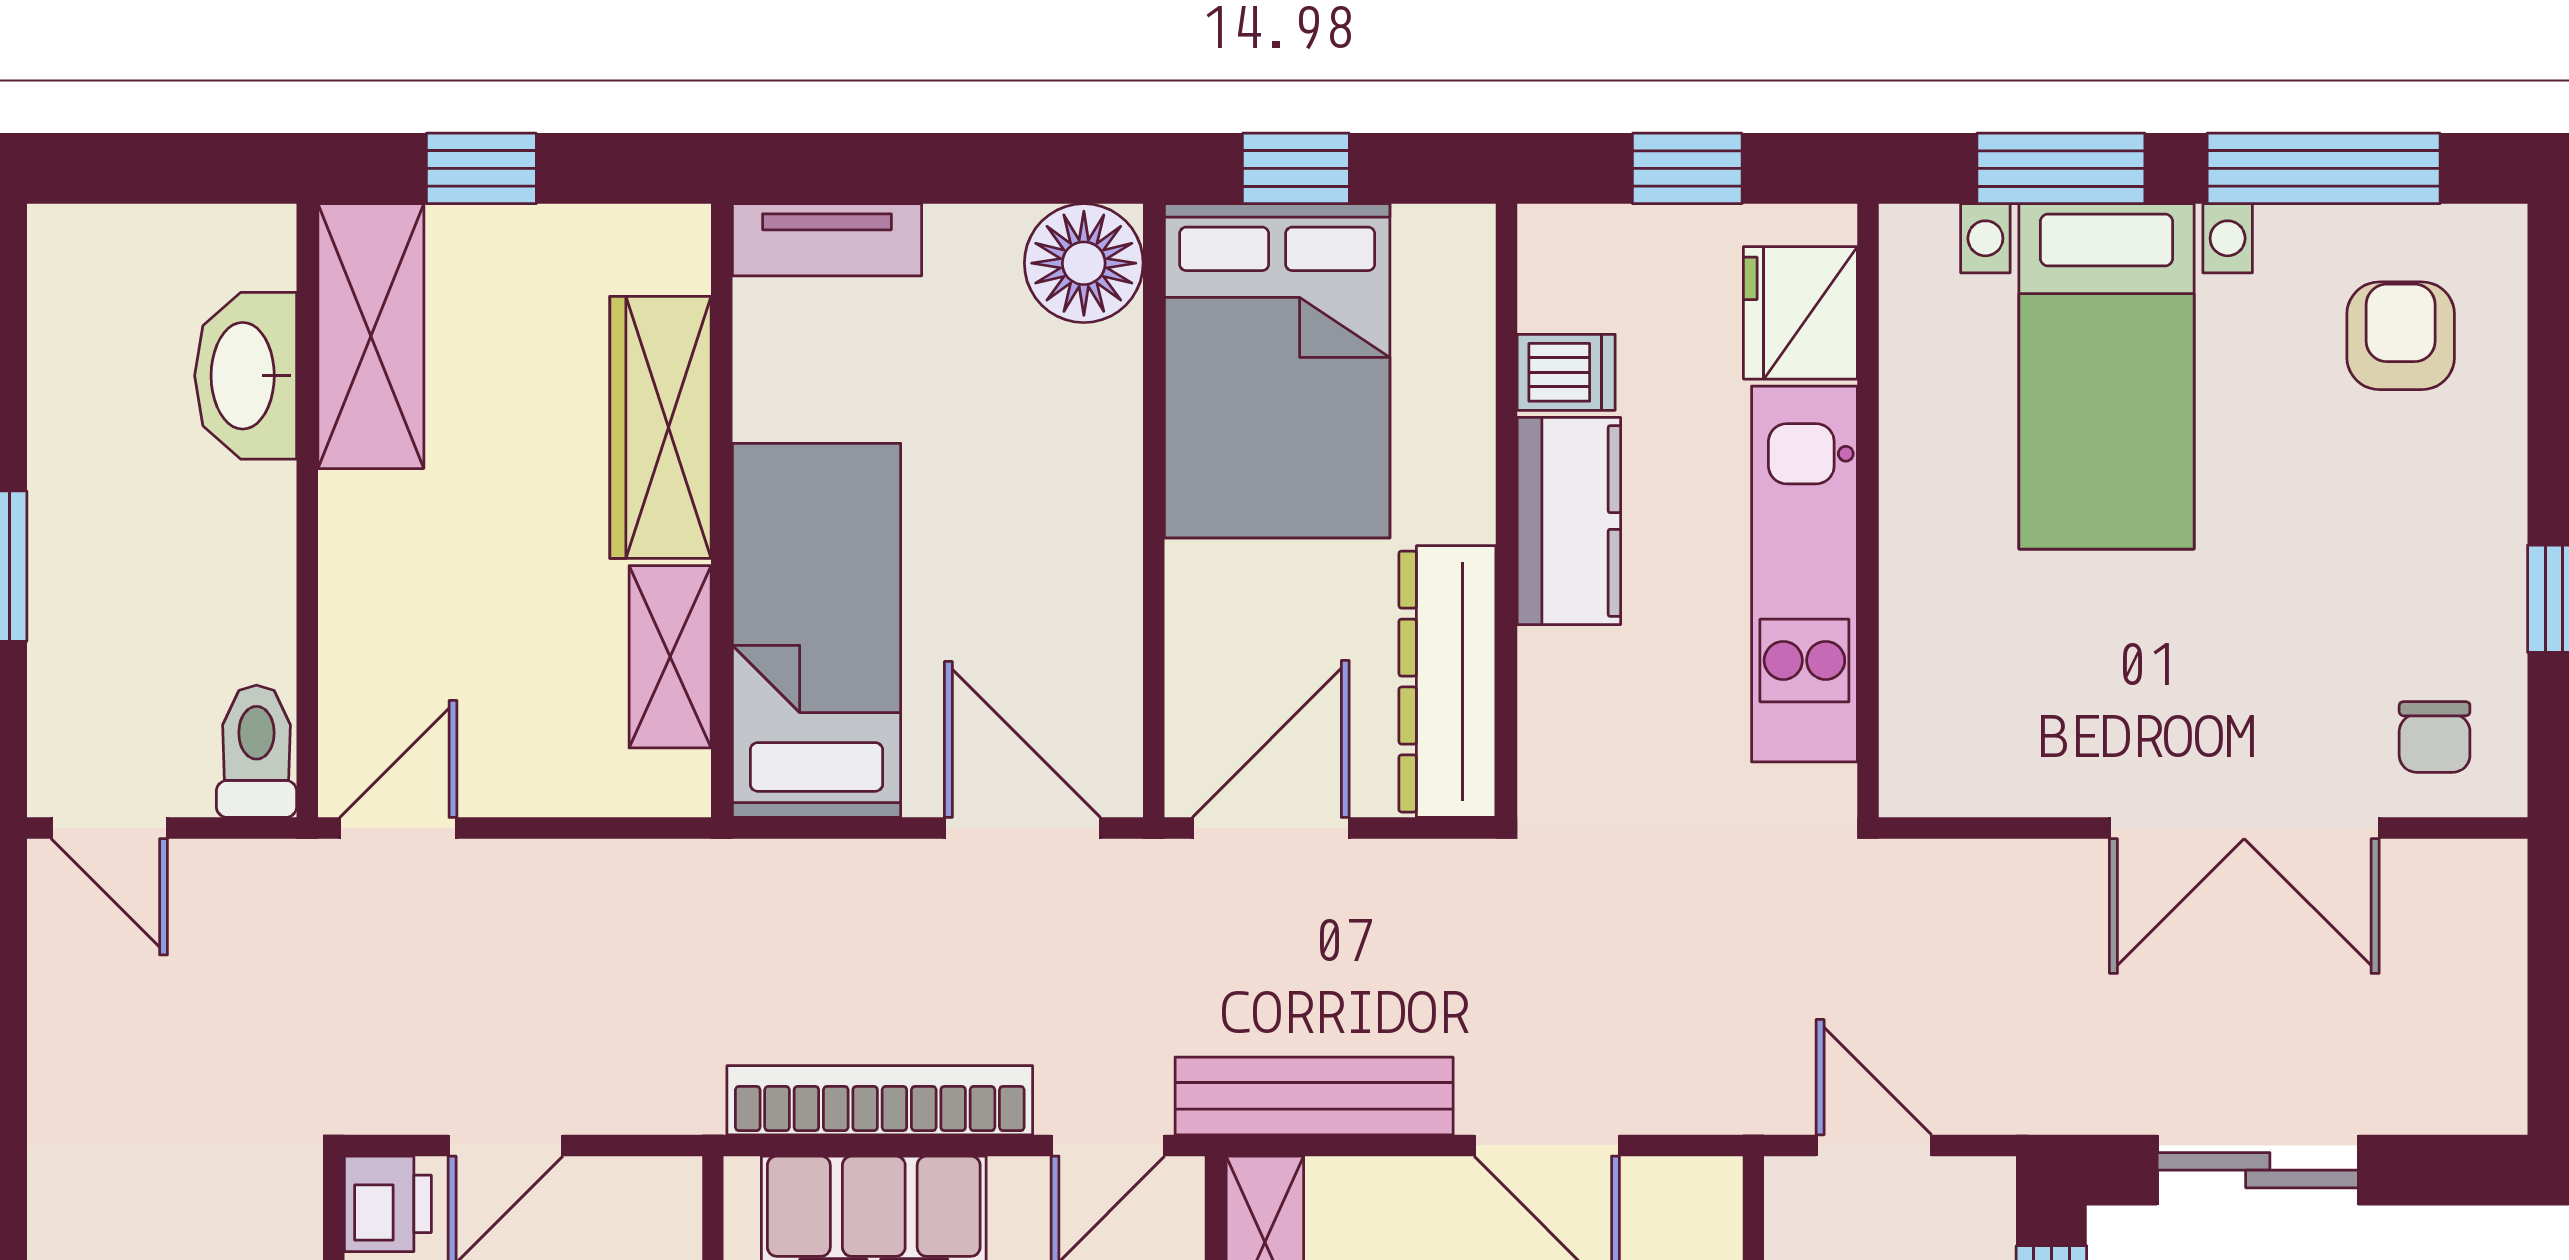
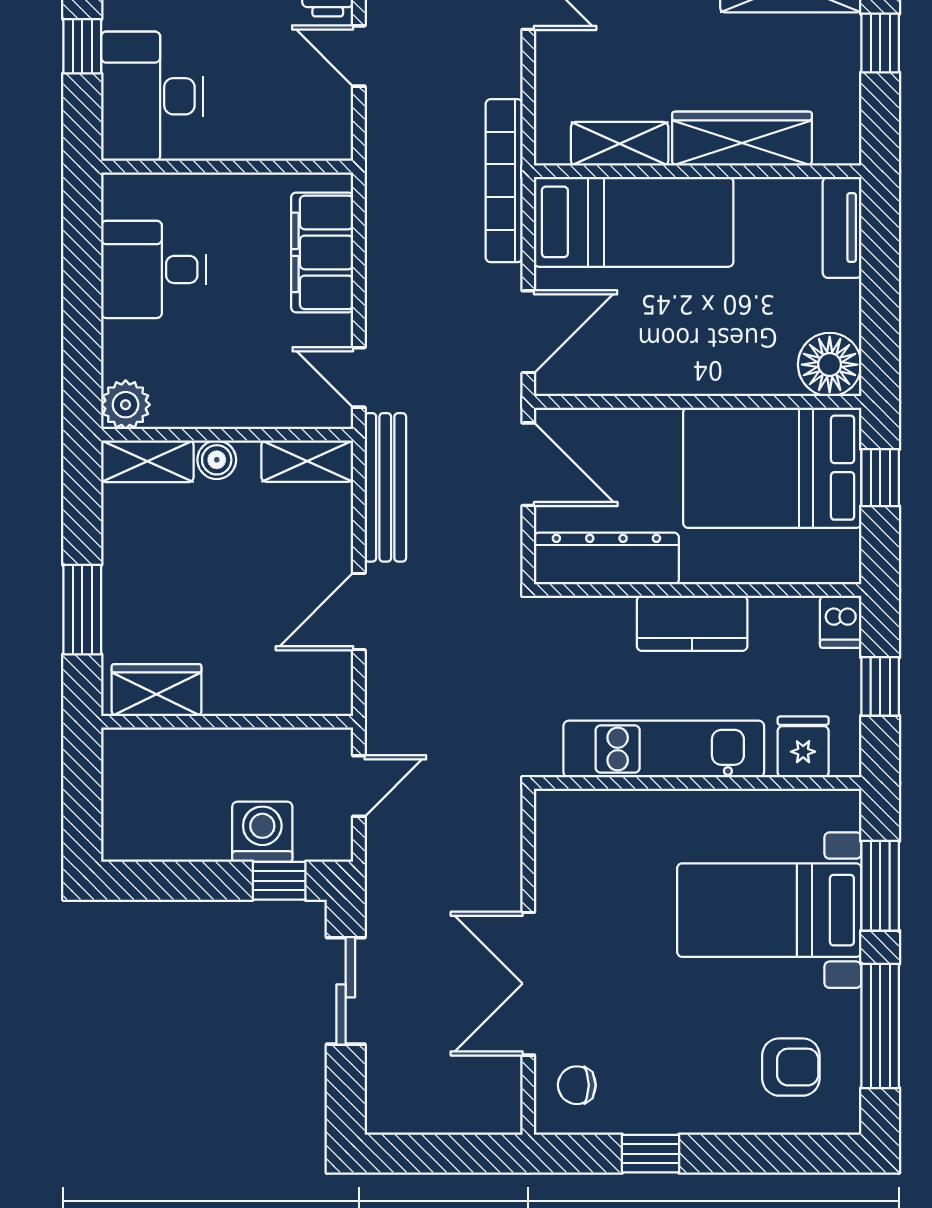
fridge: (1800, 313) -> (803, 747), width x0.72
dishwasher: (1566, 372) -> (840, 622), moved
bookcase: (880, 1100) -> (504, 181), moved, turned 180

